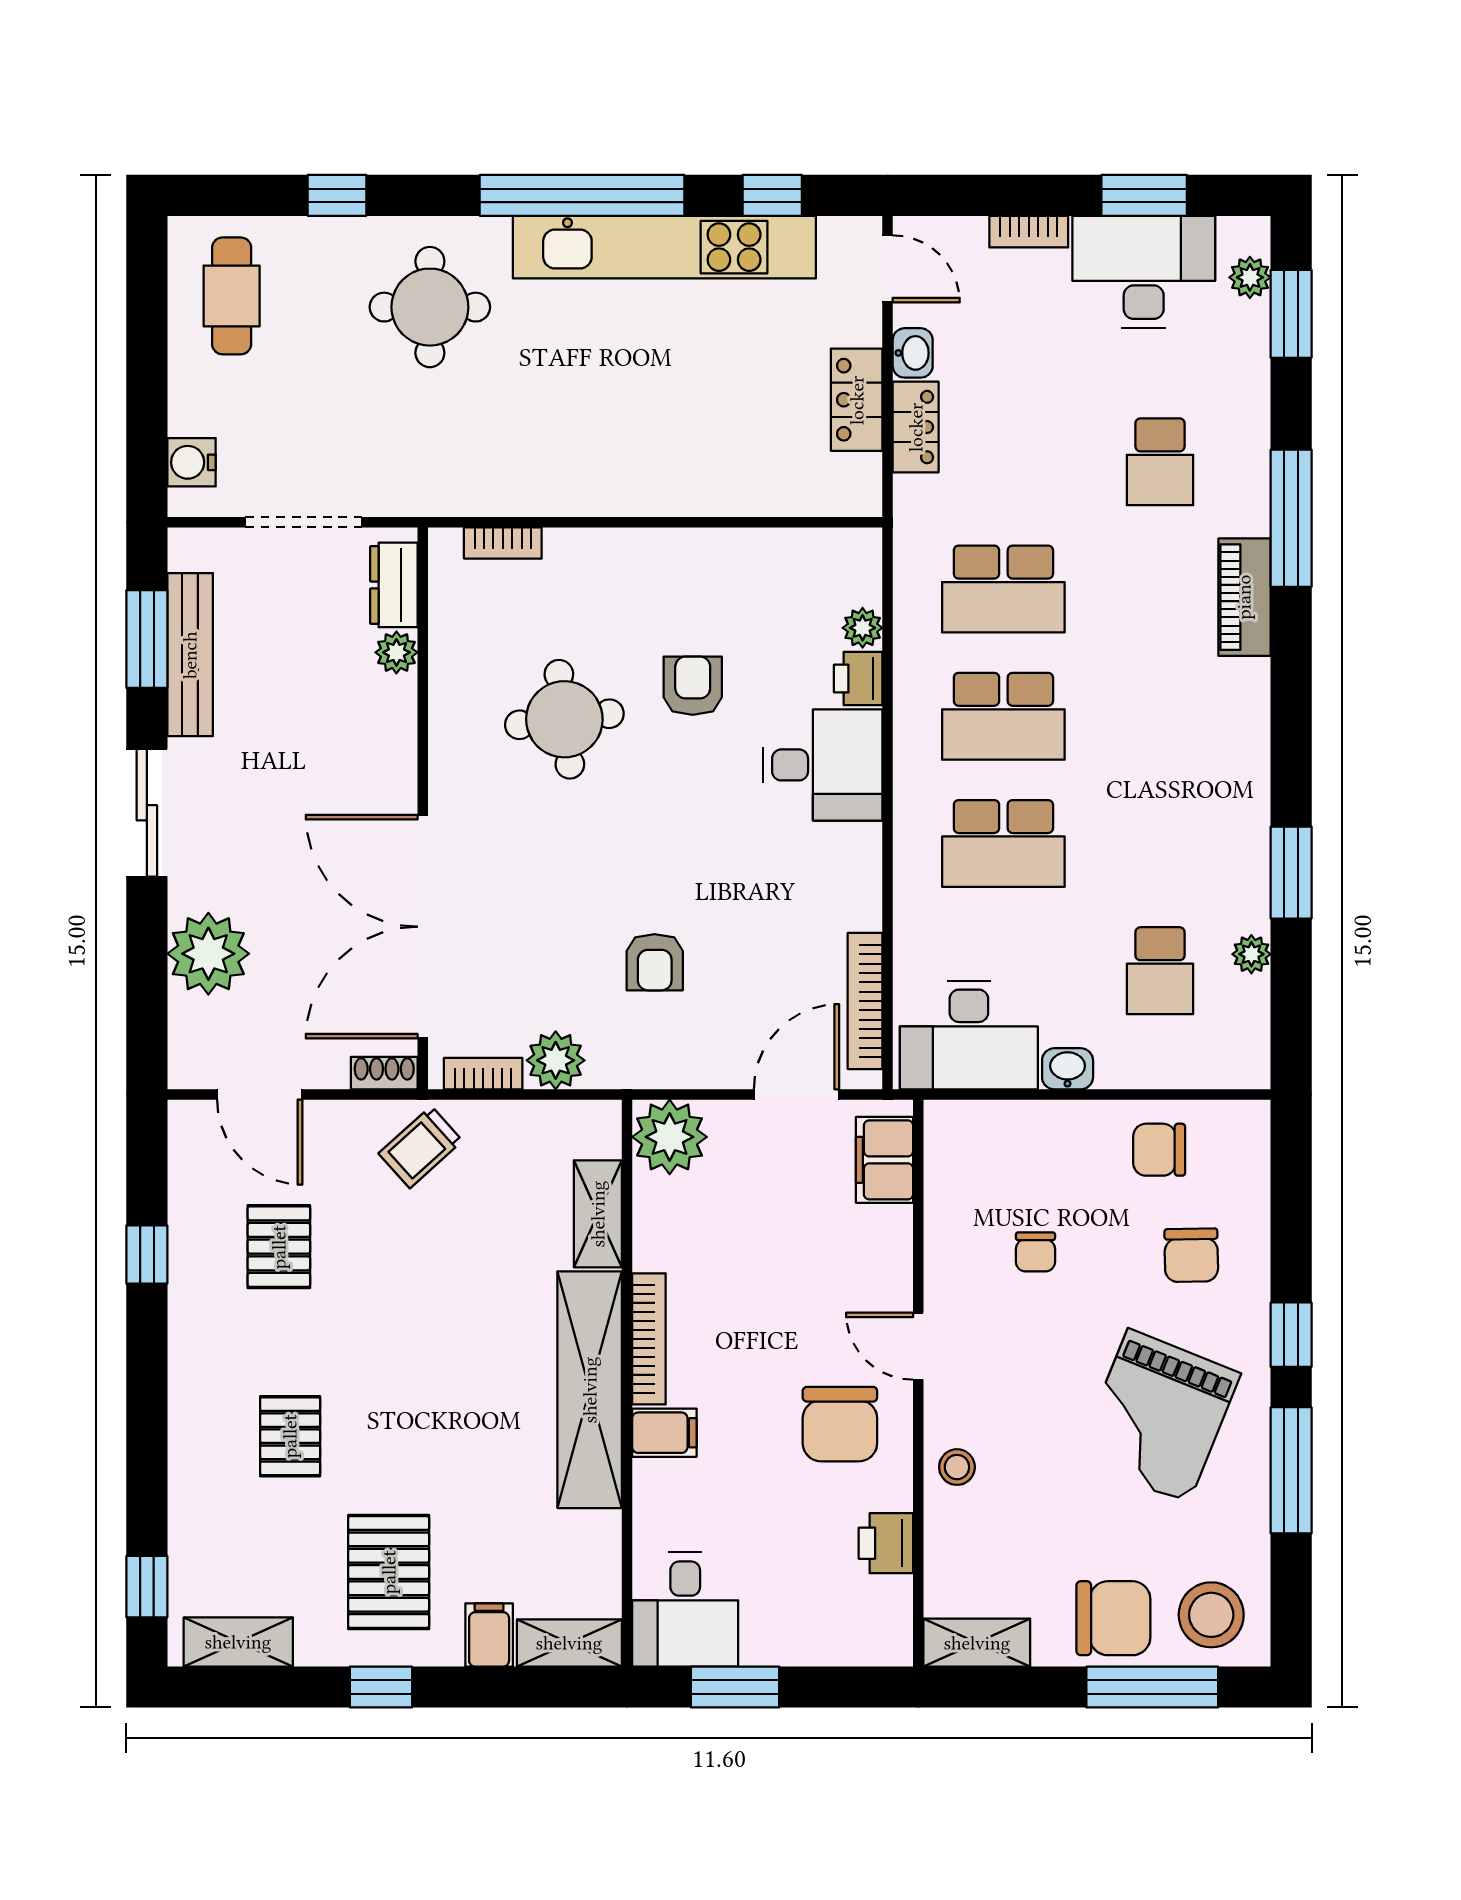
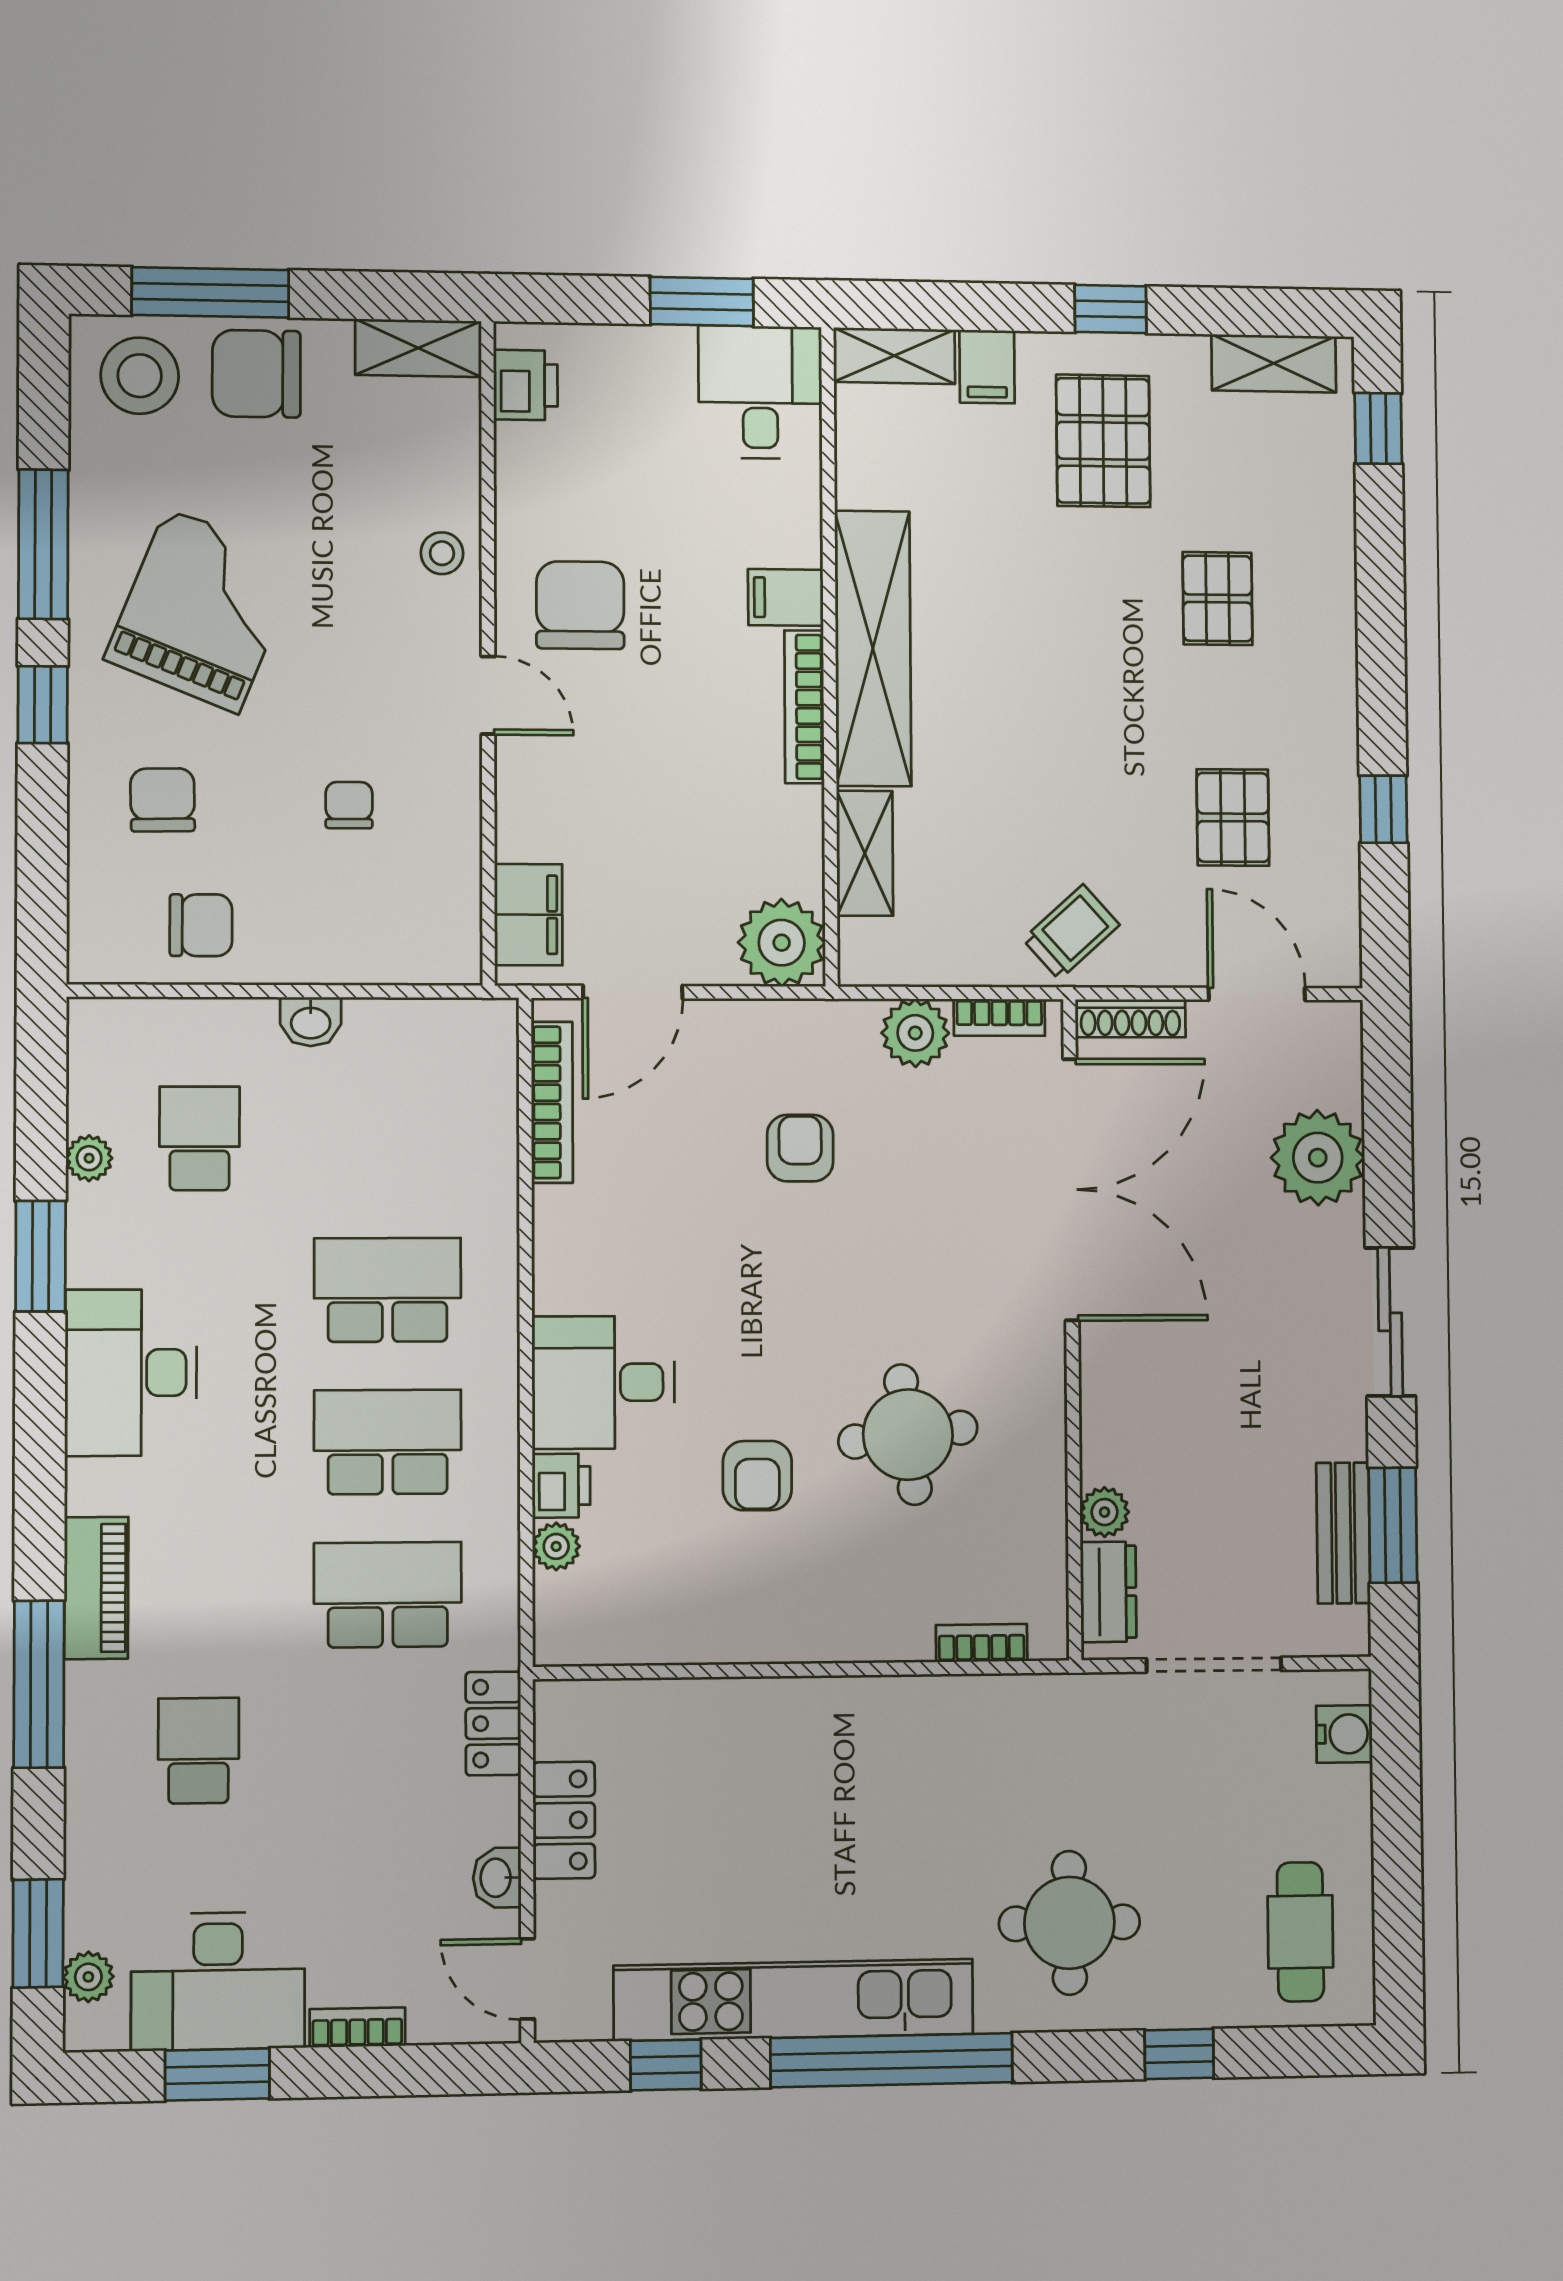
locker: (916, 427) -> (493, 1723), moved
bench: (190, 655) -> (1343, 1533), width x0.73
desk: (969, 1035) -> (131, 1373), moved, turned -90
shoe rack: (384, 1073) -> (1130, 1018), width x1.43
printer: (886, 1543) -> (525, 385), moved

